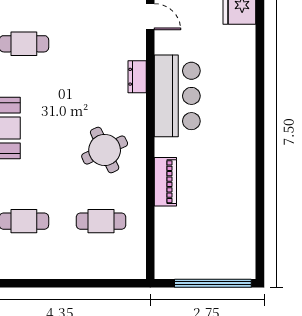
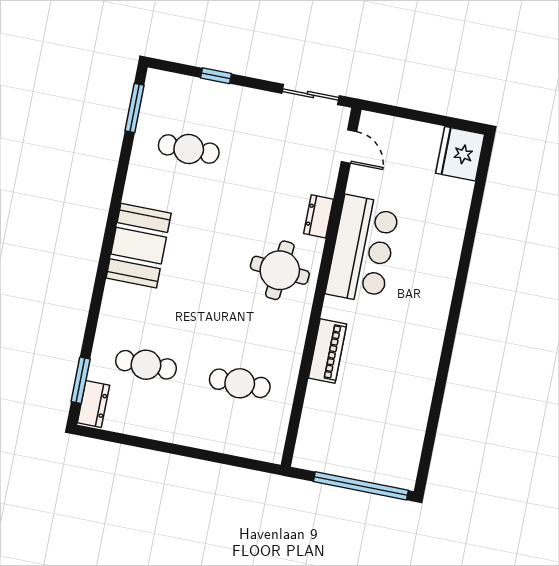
round table: (105, 150) -> (280, 270), moved, turned 30

